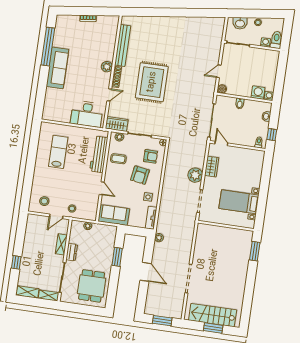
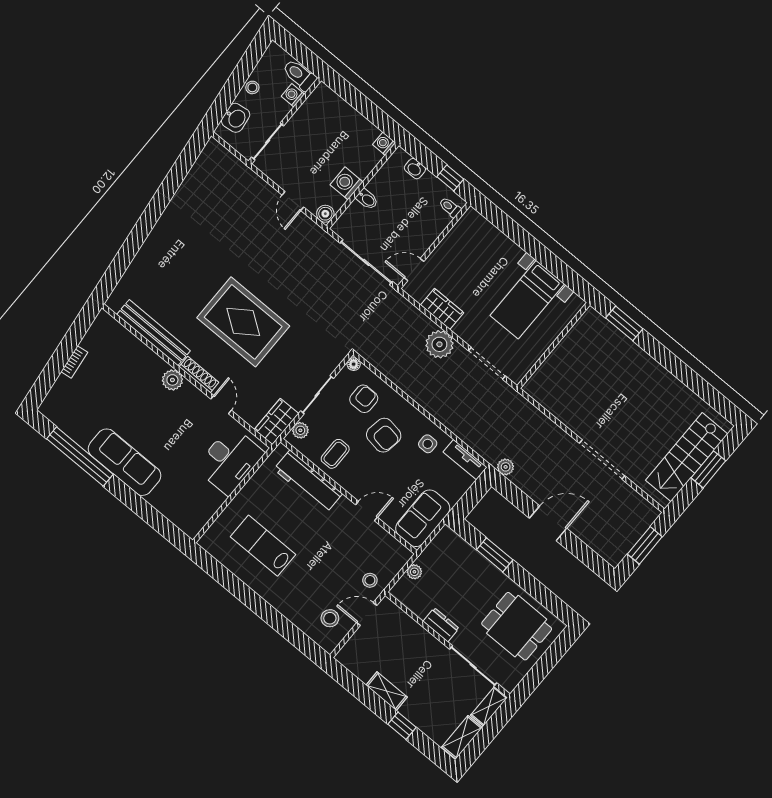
washing machine: (258, 93) -> (347, 183), moved
door: (56, 216) -> (367, 614), swing flipped
shelving: (61, 244) -> (387, 691), moved

